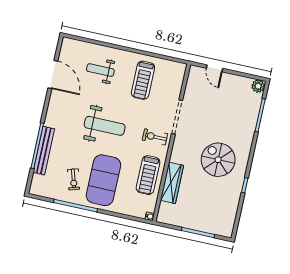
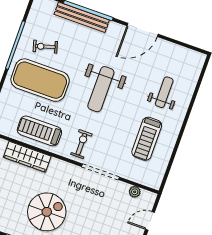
door: (53, 75) -> (143, 30), moved
treadmill: (143, 80) -> (147, 139), turned -90
plant: (191, 85) -> (135, 192), added

